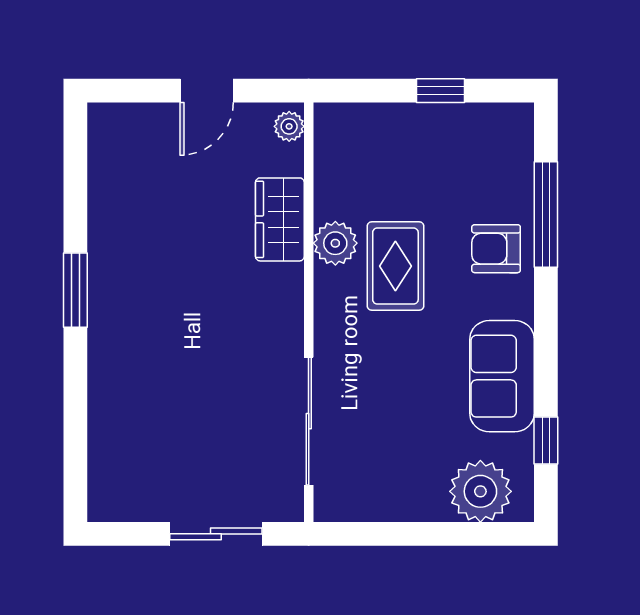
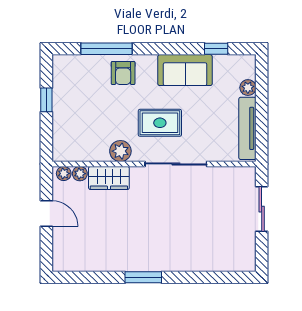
plant: (289, 160) -> (80, 174), added
rug: (395, 266) -> (160, 123), moved
sliding door: (309, 421) -> (176, 164), moved
plant: (480, 491) -> (248, 88), width x0.53, depth x0.53
tv unit: (382, 505) -> (247, 128), added

